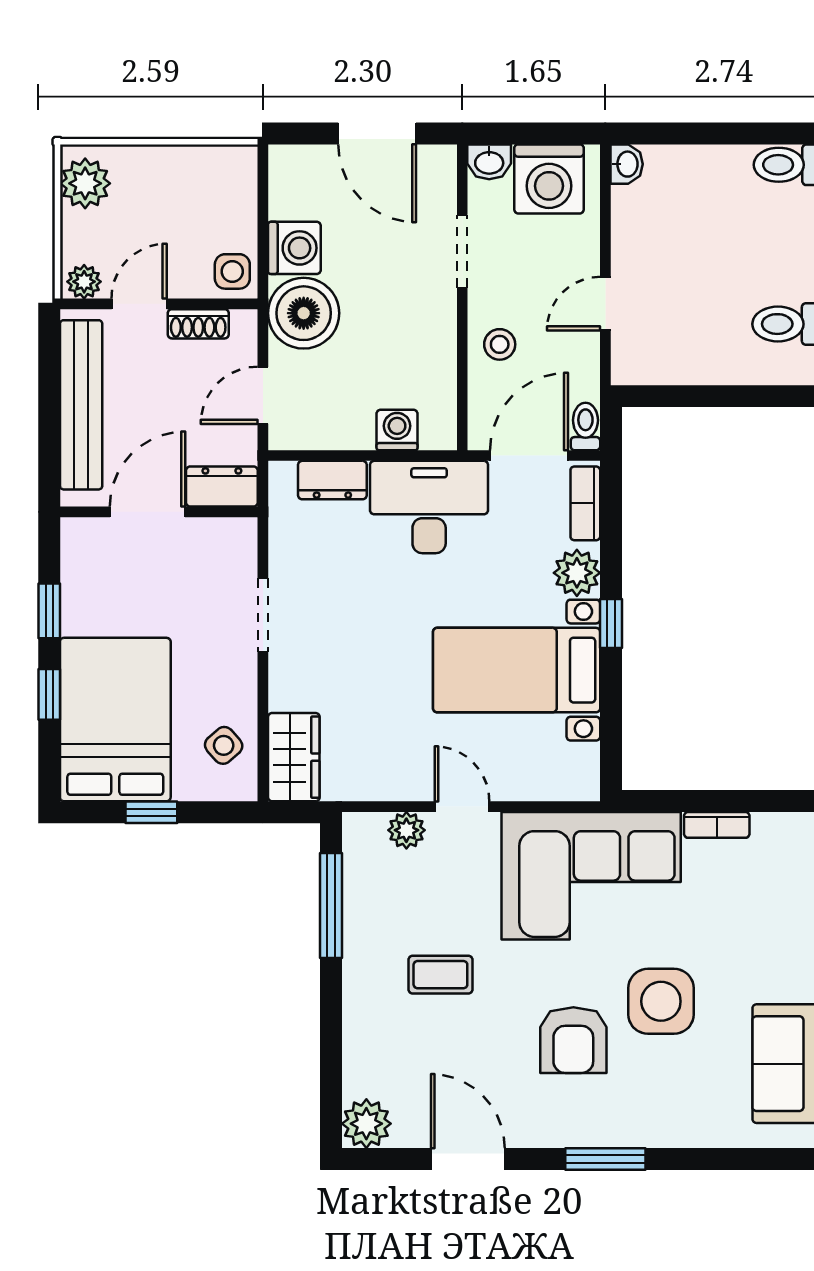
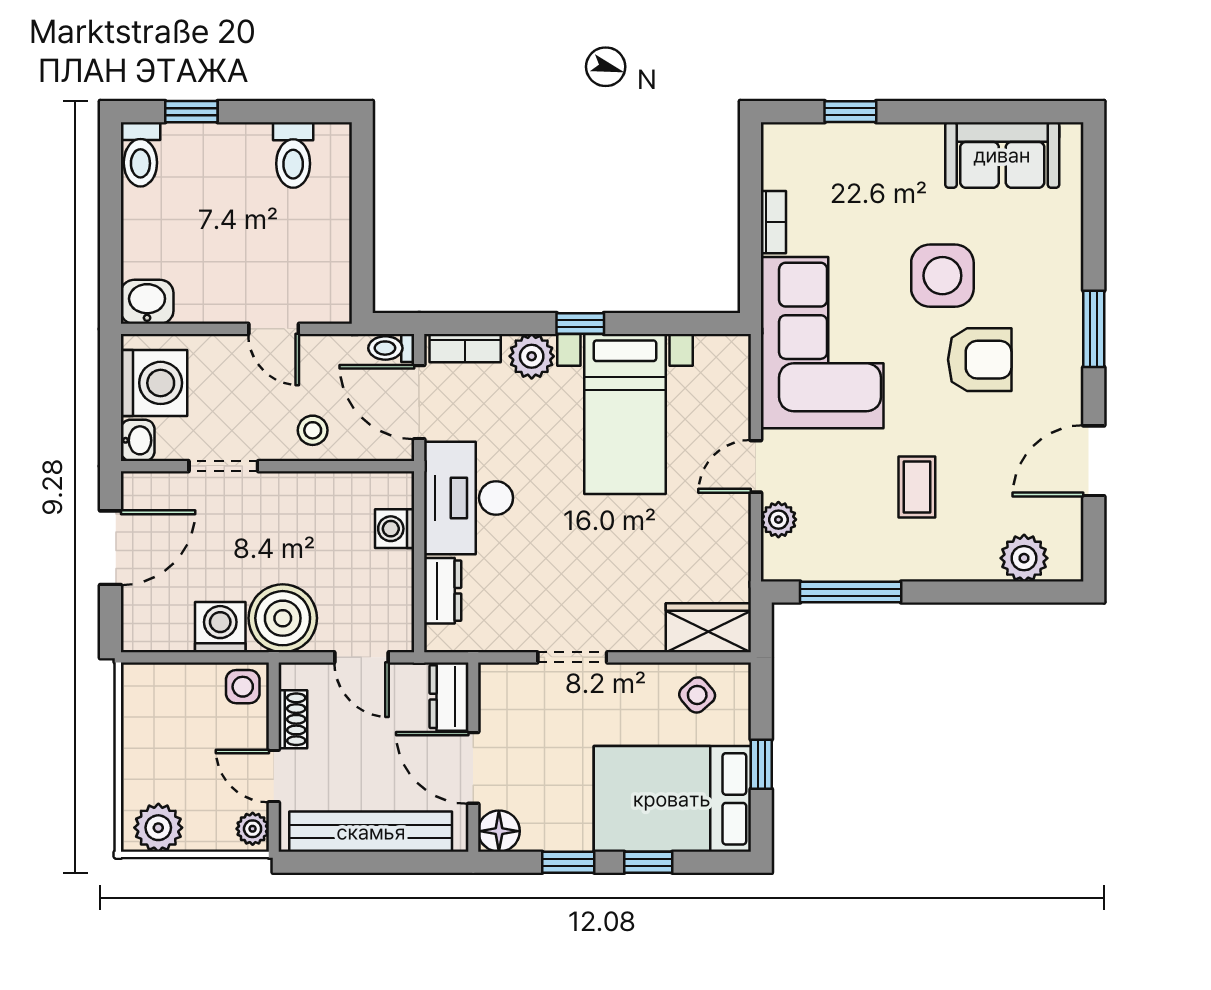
washbasin: (627, 164) -> (147, 302), width x1.38, depth x1.45
floor lamp: (82, 539) -> (499, 831), added
plant: (366, 1124) -> (1024, 558), moved

